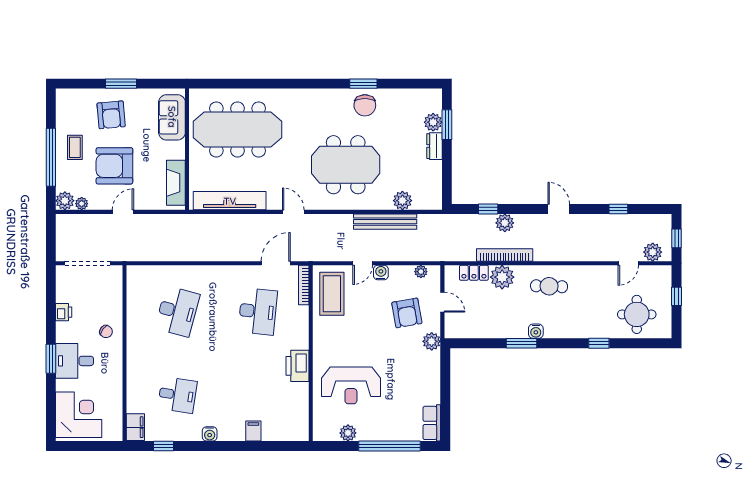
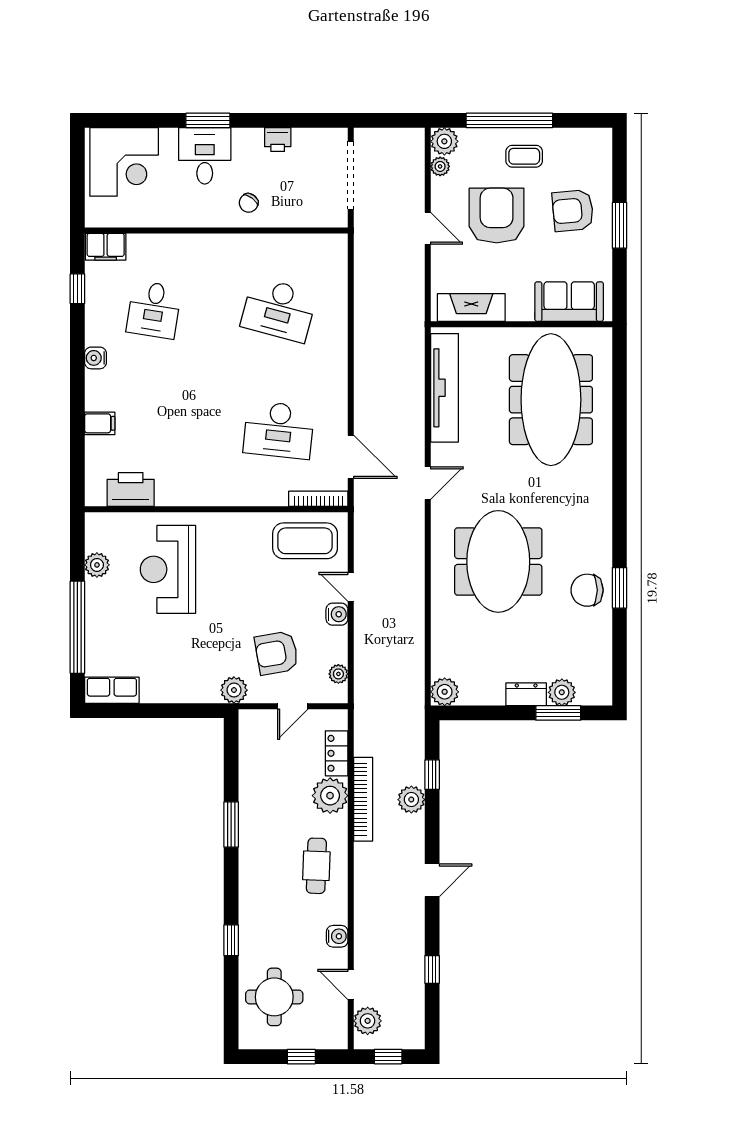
plant: (402, 201) -> (445, 692), moved
bench: (385, 222) -> (413, 620), removed
water cooler: (536, 331) -> (337, 936), moved, turned 180
printer: (298, 366) -> (131, 489), moved

